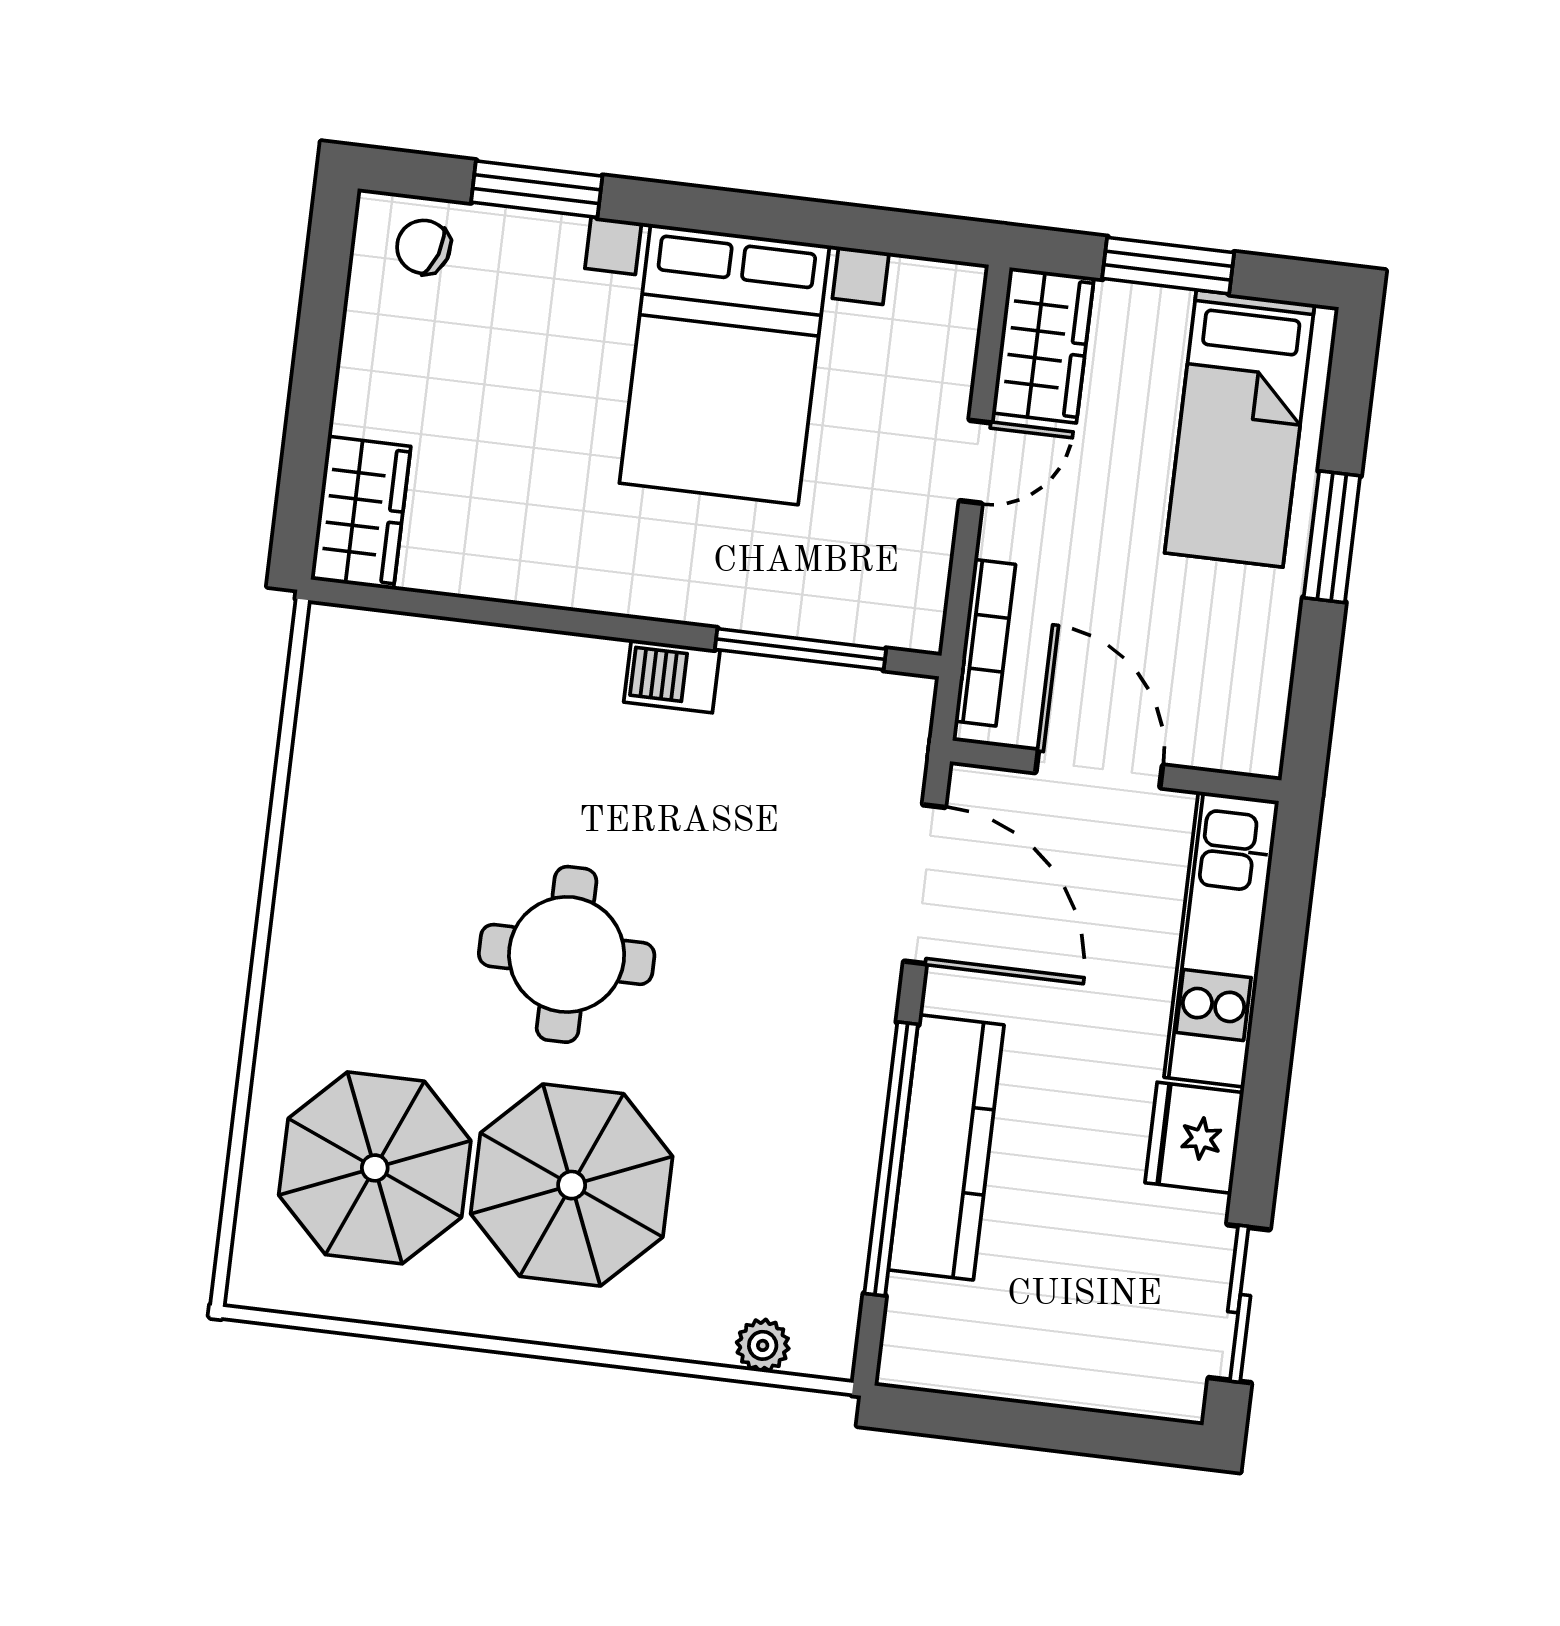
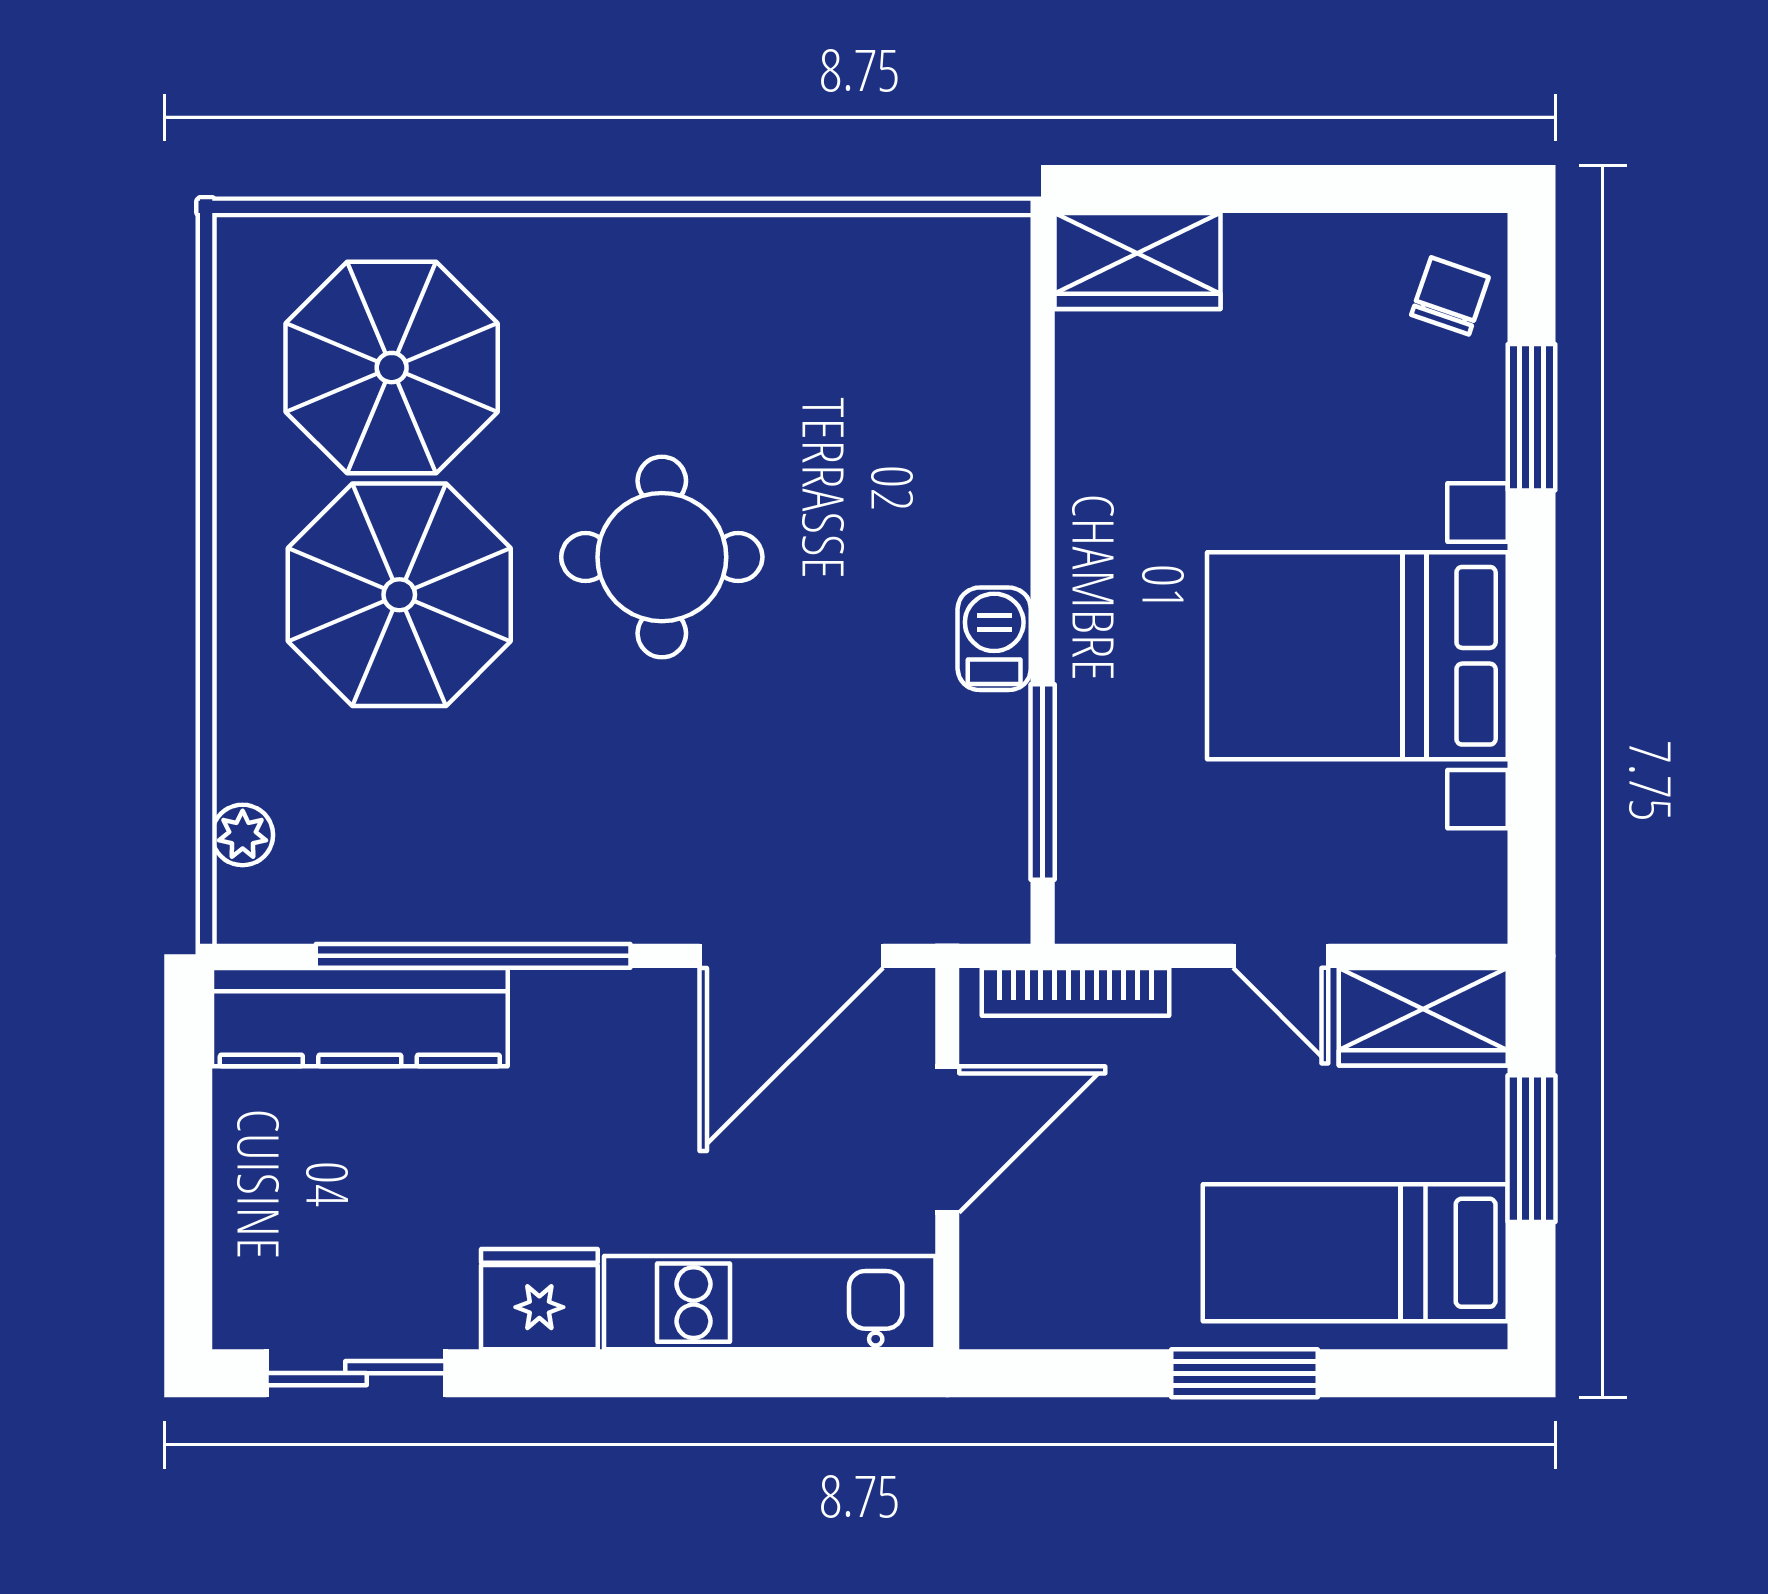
kitchen counter: (946, 1147) -> (360, 1017), moved

